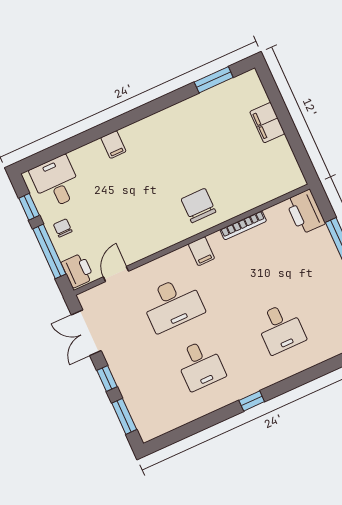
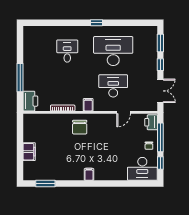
filing cabinet: (113, 145) -> (89, 174), moved
desk: (56, 182) -> (142, 169), width x1.37
door: (116, 274) -> (124, 112), moved
desk: (200, 365) -> (113, 51), width x1.87, depth x1.30

